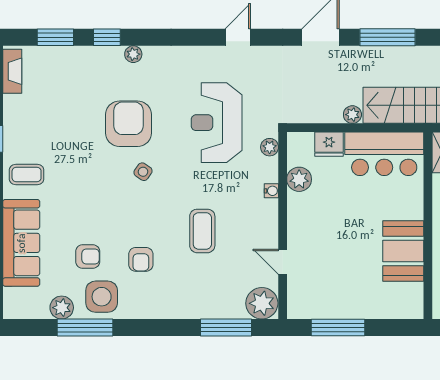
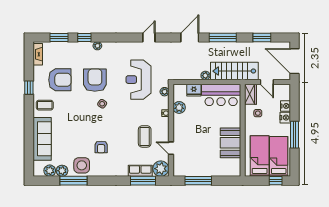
coffee table: (202, 231) -> (145, 136), moved
armchair: (88, 256) -> (60, 80), moved, width x1.88, depth x1.88
plant: (37, 307) -> (50, 171), added
row of seats: (220, 308) -> (140, 171), added

